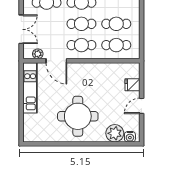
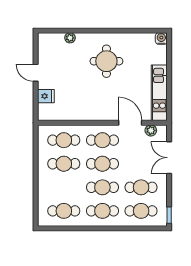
door: (142, 106) -> (36, 73), swing flipped
round table: (78, 116) -> (106, 61), width x0.73, depth x0.73
plant: (115, 133) -> (70, 38), width x0.53, depth x0.53
water cooler: (130, 137) -> (161, 39), moved

